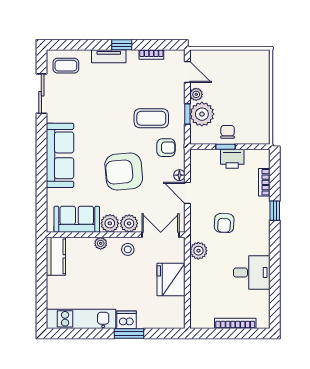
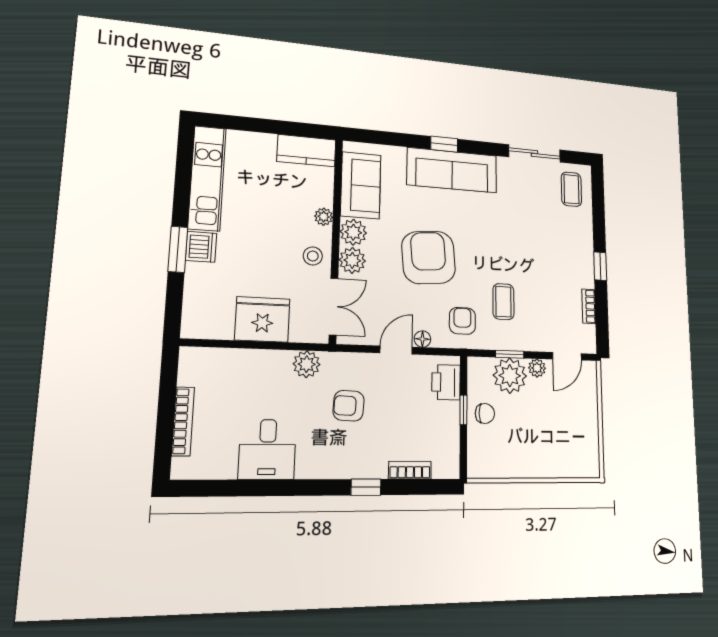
tv unit: (109, 56) -> (585, 248), removed
coffee table: (151, 118) -> (503, 302), width x0.73, depth x0.77
armchair: (166, 148) -> (462, 321), turned 180
printer: (232, 159) -> (446, 382), moved
window: (41, 161) -> (444, 144), added

